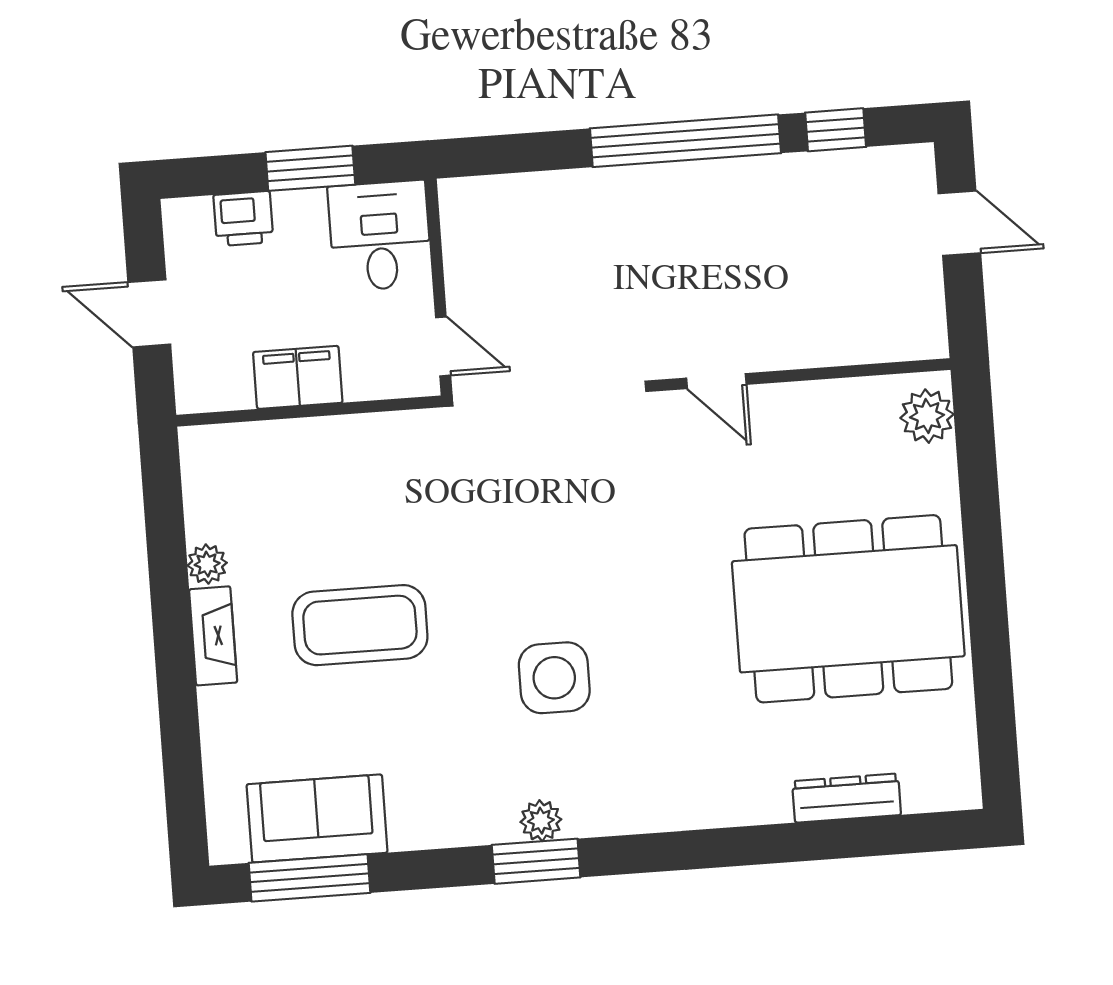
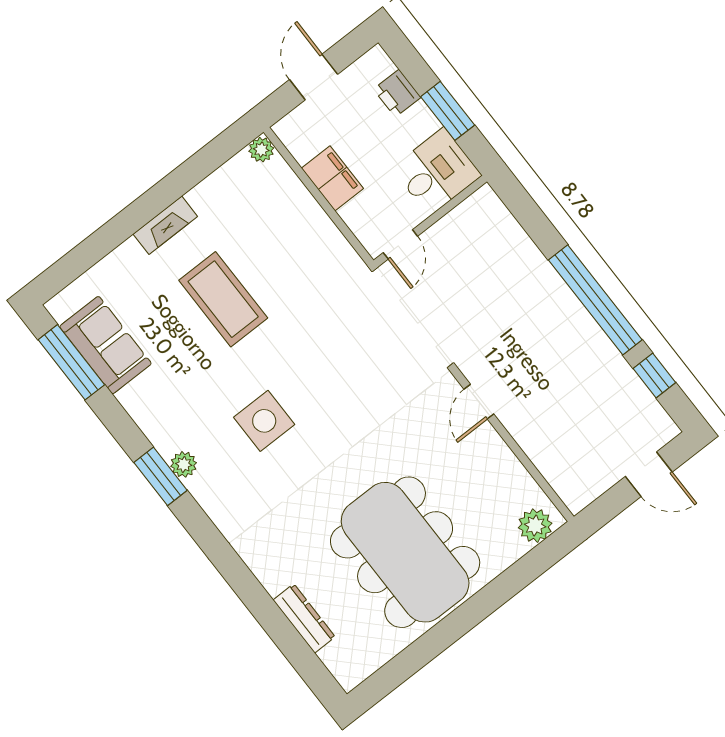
door: (959, 223) -> (649, 474), hinge flipped
plant: (207, 564) -> (261, 150), moved

